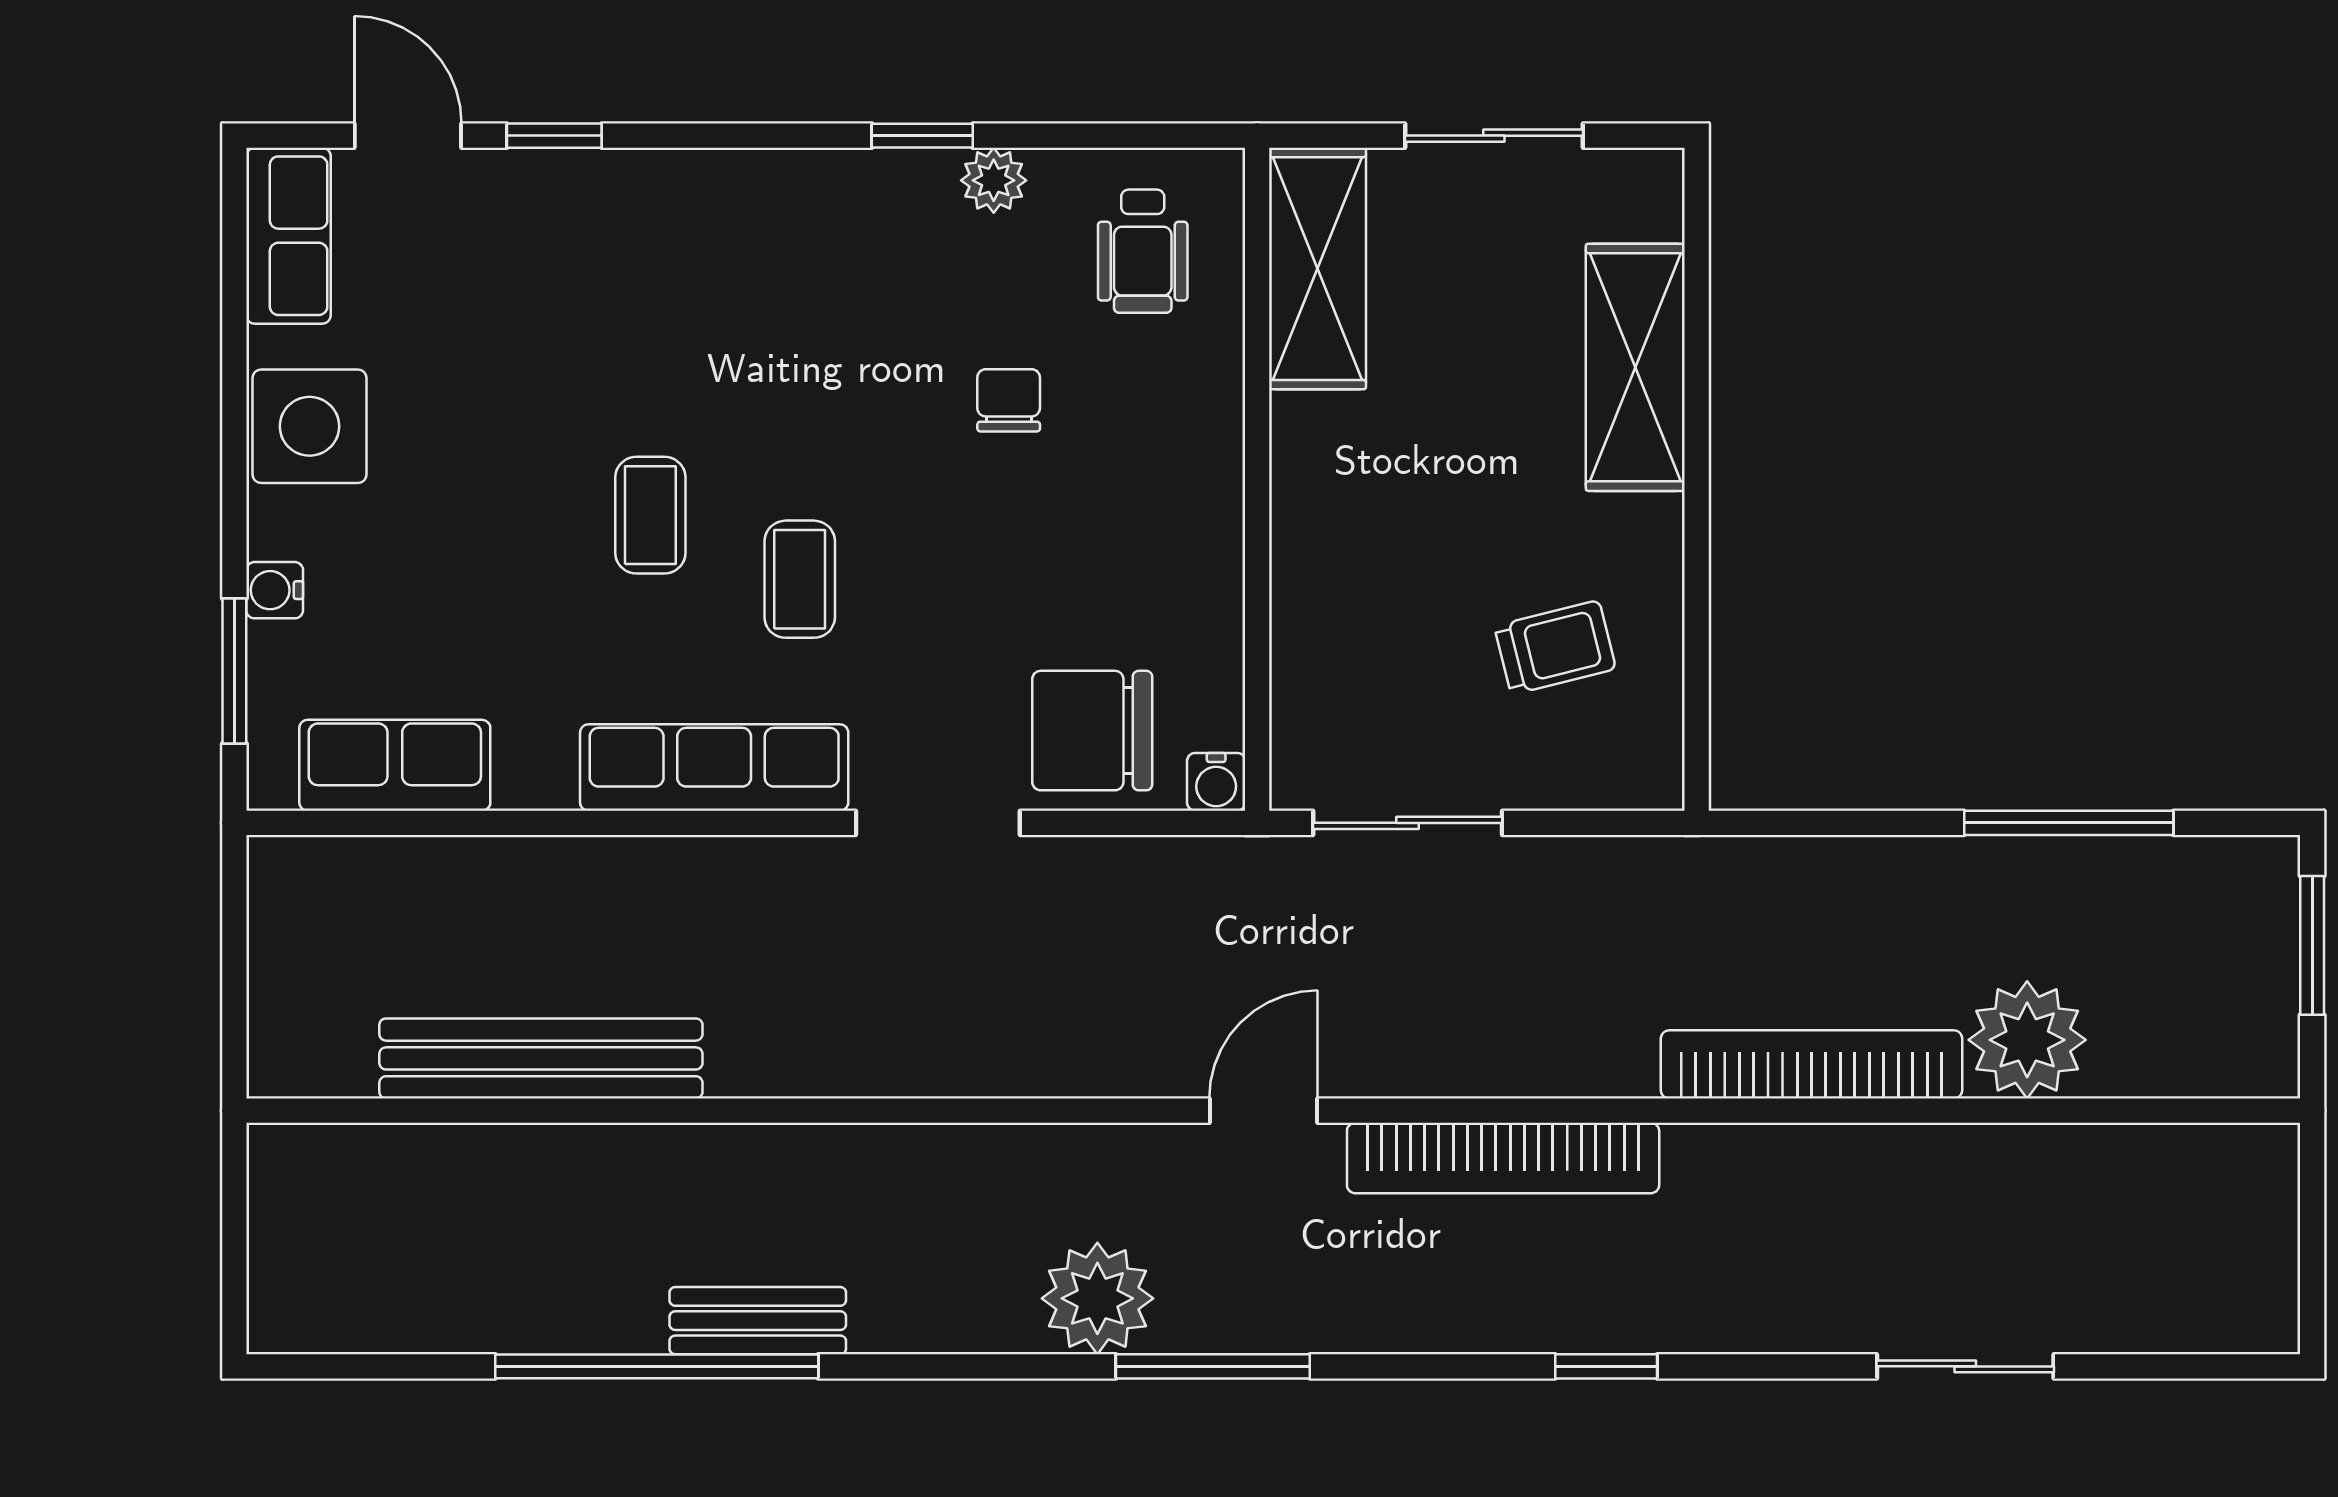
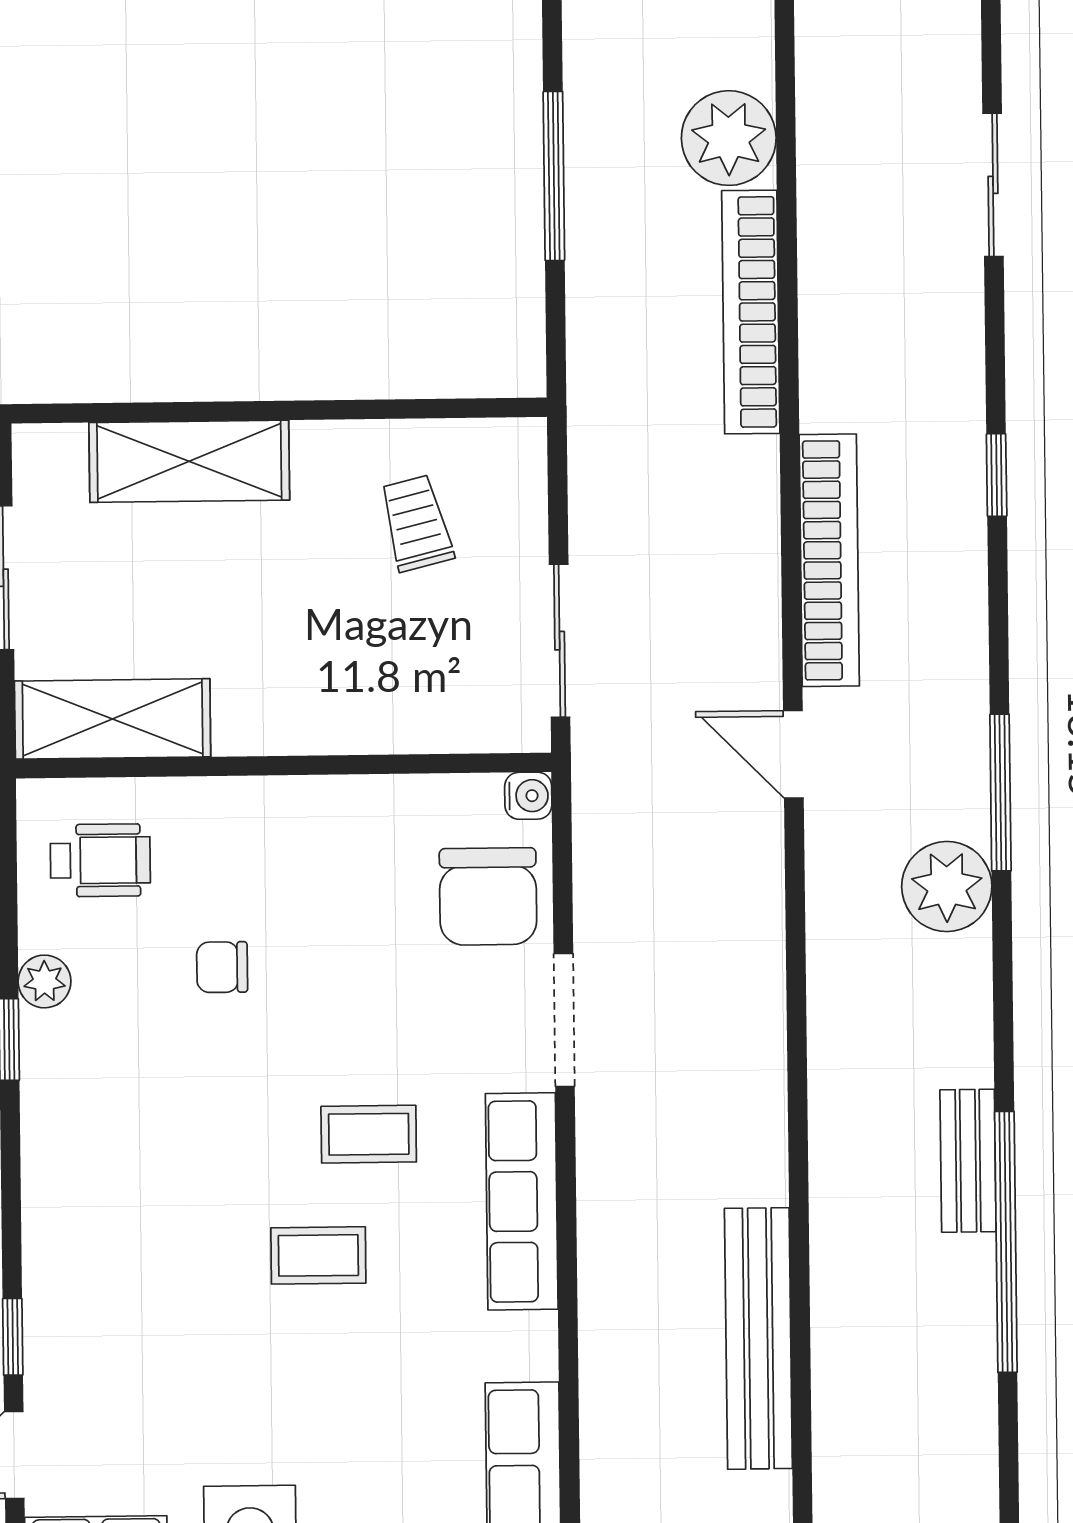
window: (2069, 823) -> (554, 176), moved

